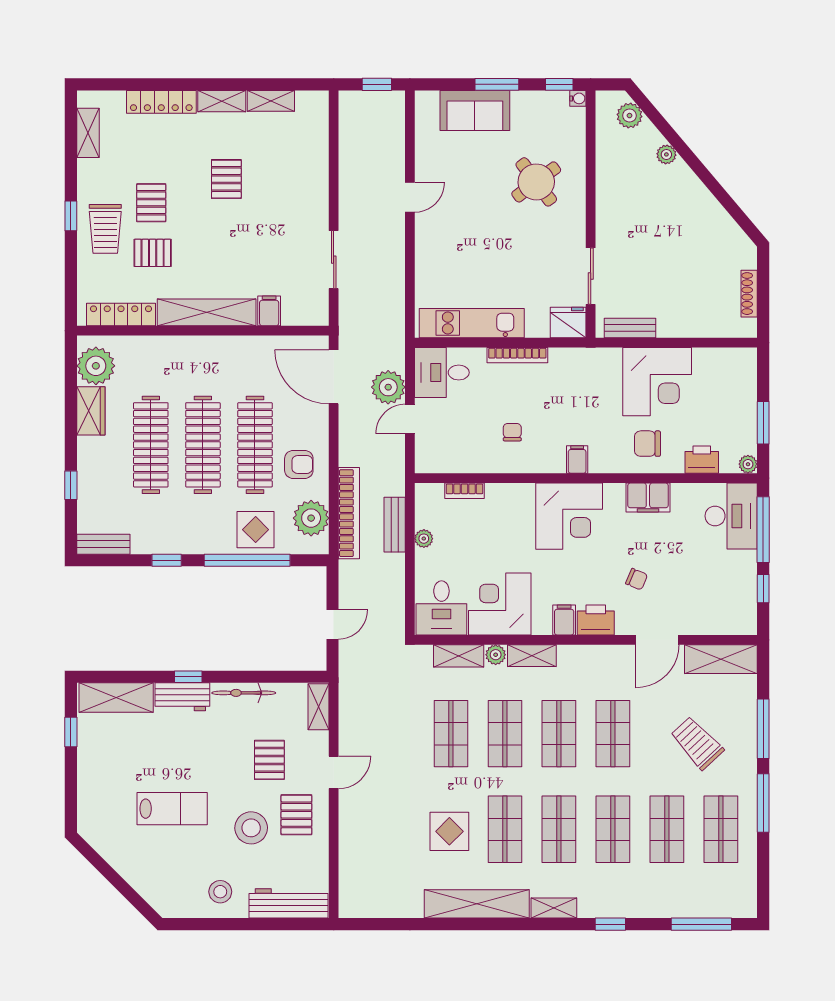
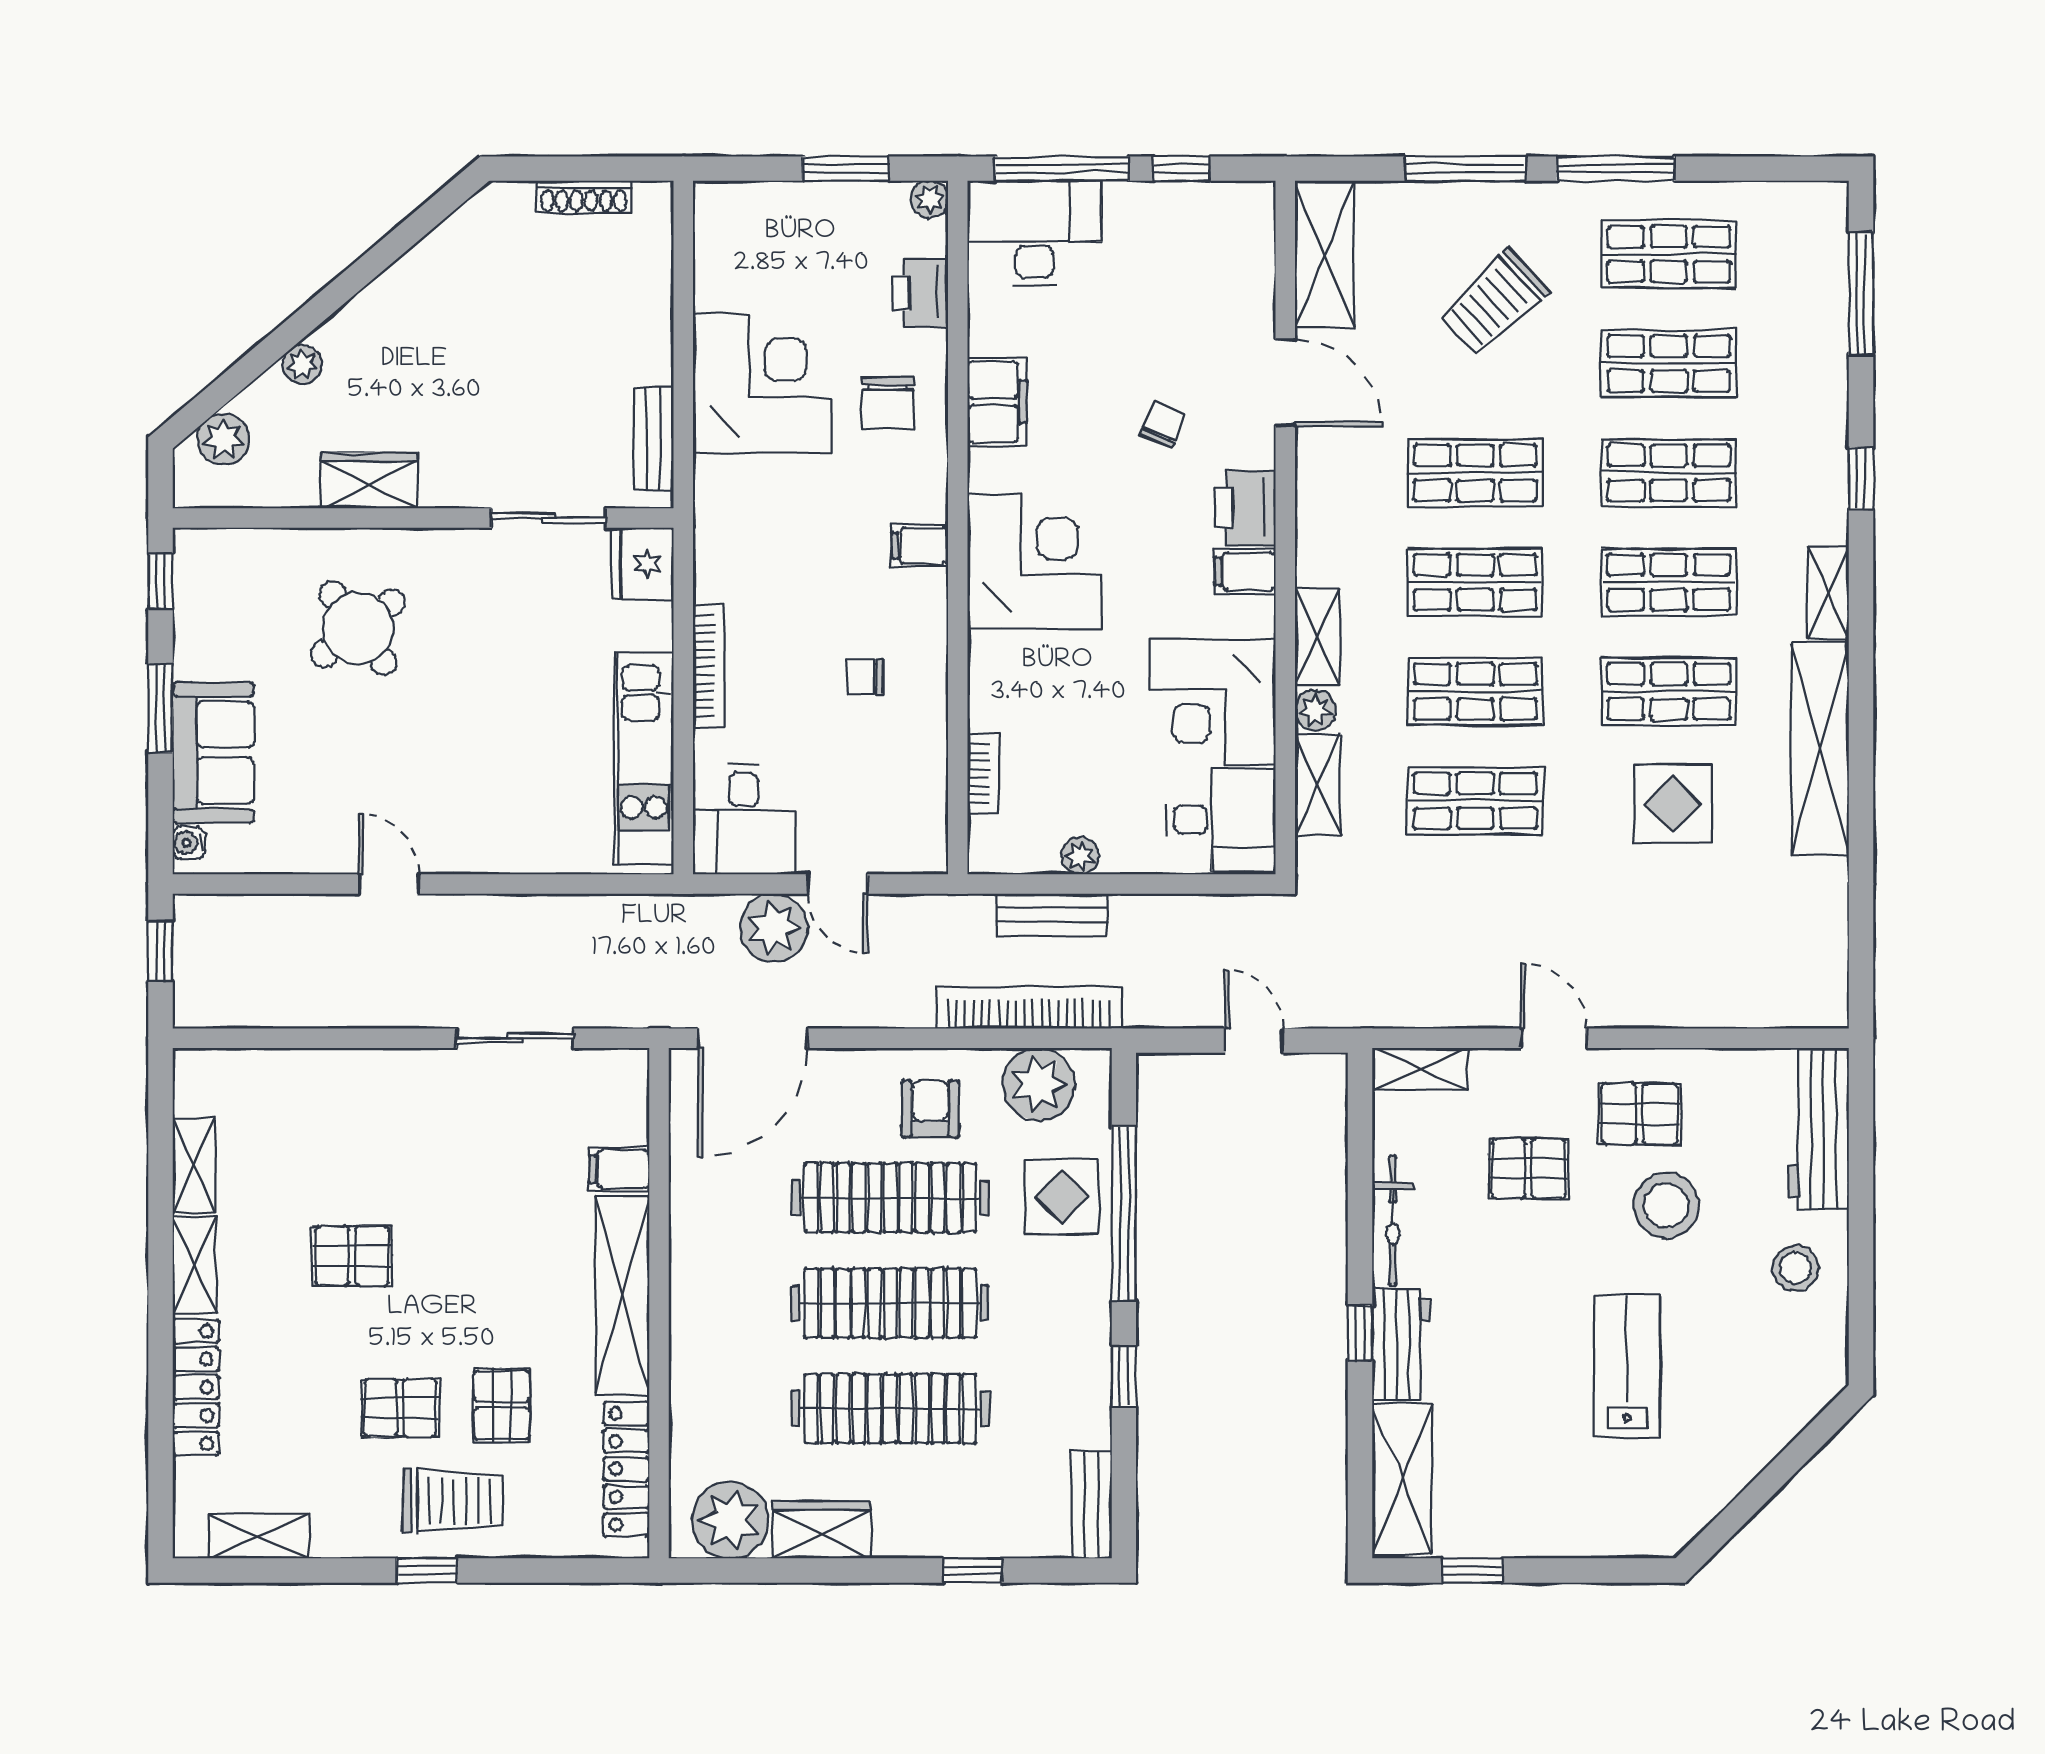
water cooler: (578, 98) -> (189, 843), moved, turned -90
wardrobe: (609, 188) -> (369, 480), added

